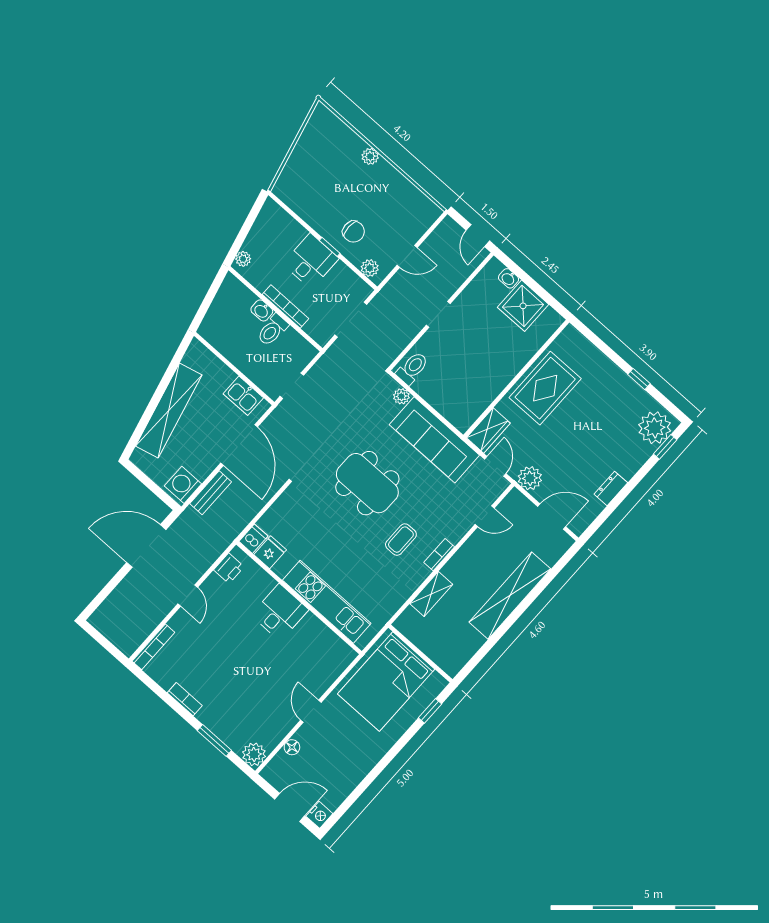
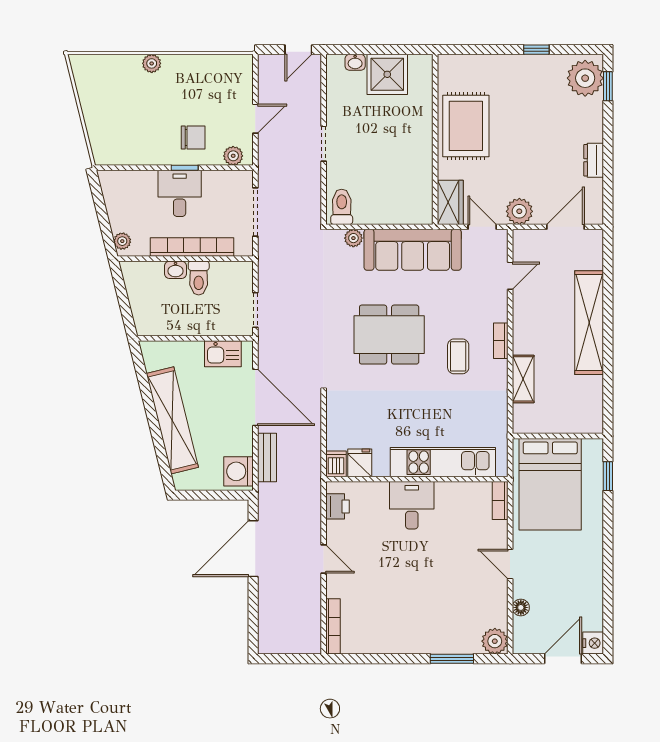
door: (478, 236) -> (298, 50), hinge flipped
bookcase: (285, 307) -> (192, 247), width x1.48, depth x1.31
bookcase: (185, 699) -> (500, 501), moved, turned -90

